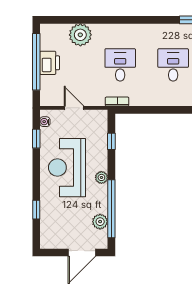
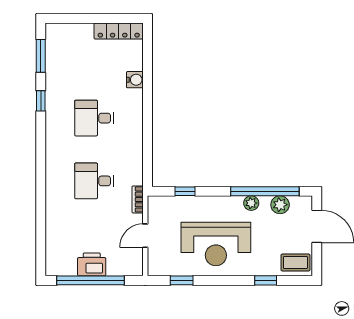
plant: (80, 35) -> (59, 228), removed
bookcase: (117, 102) -> (138, 199), moved
water cooler: (45, 122) -> (161, 270), removed
plant: (101, 177) -> (251, 203), moved
coffee table: (51, 235) -> (295, 262), added

